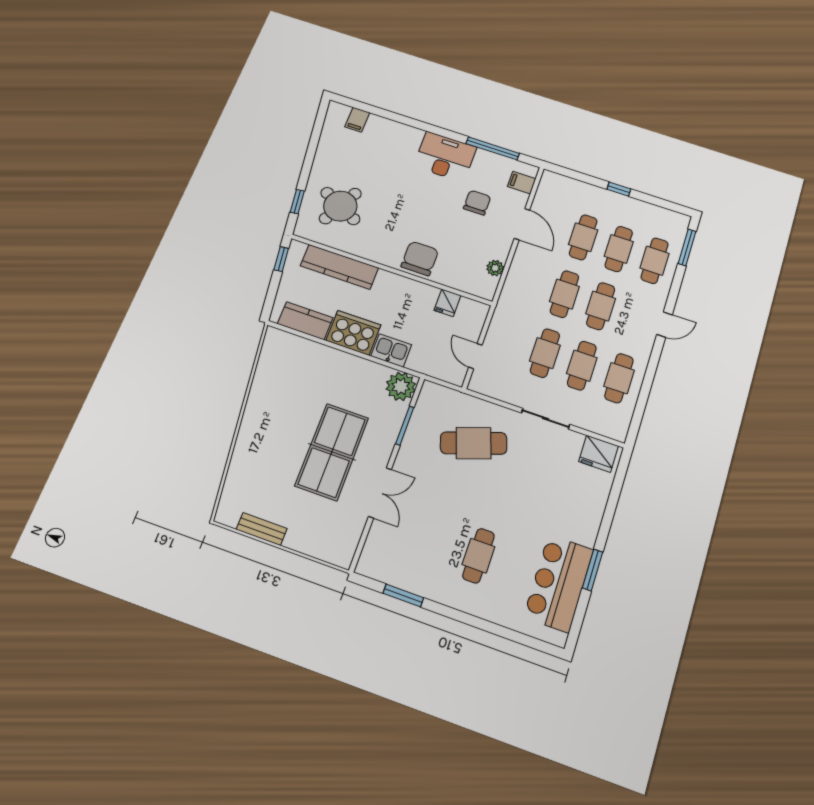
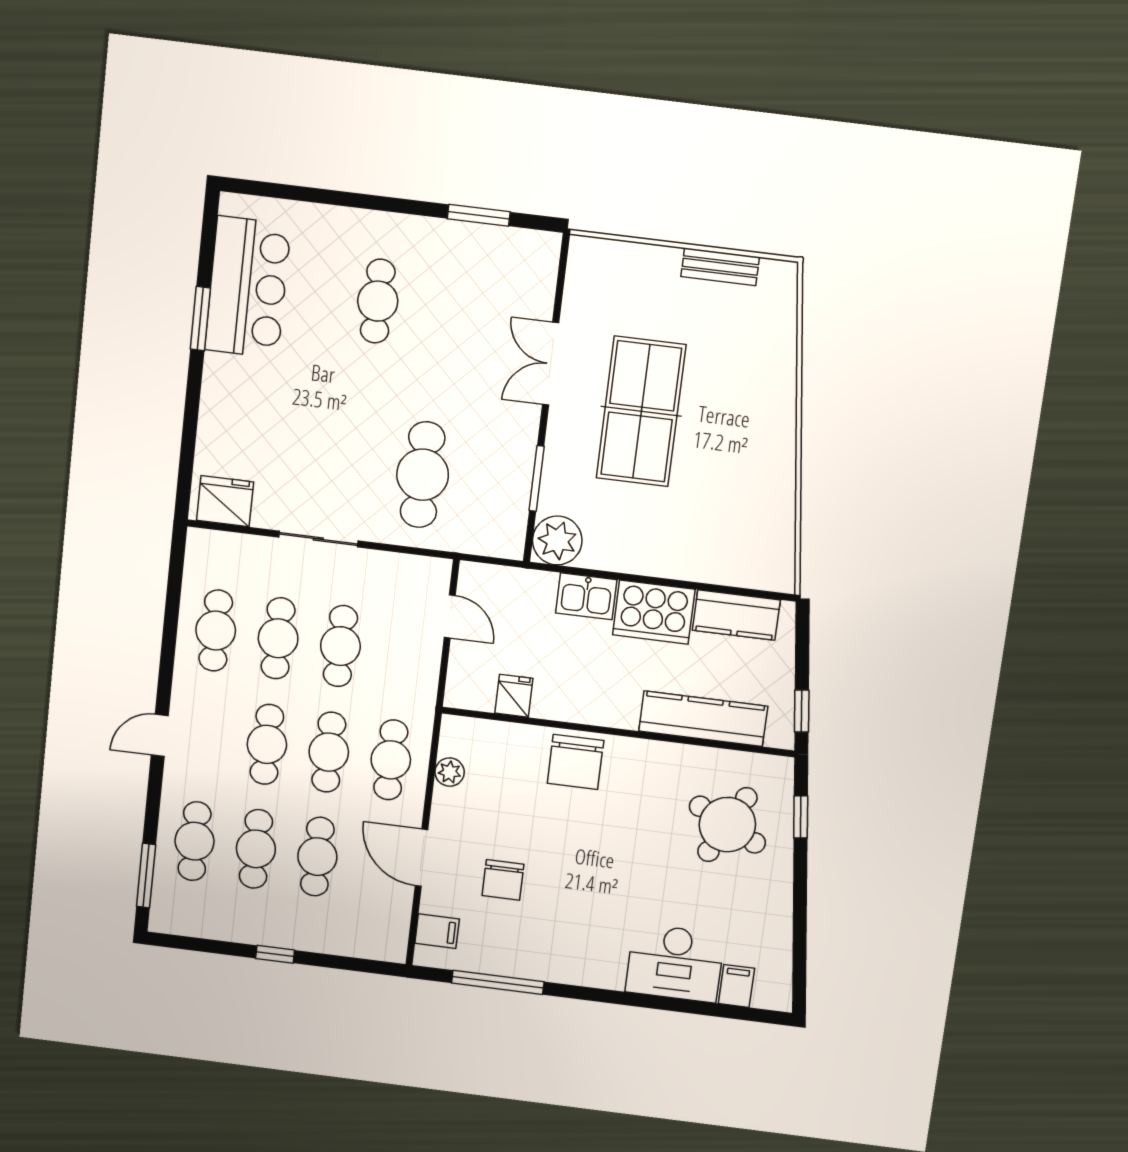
desk: (445, 157) -> (675, 963), moved
cafe table: (528, 282) -> (391, 760), added
cafe table: (474, 443) -> (423, 475), turned -71

